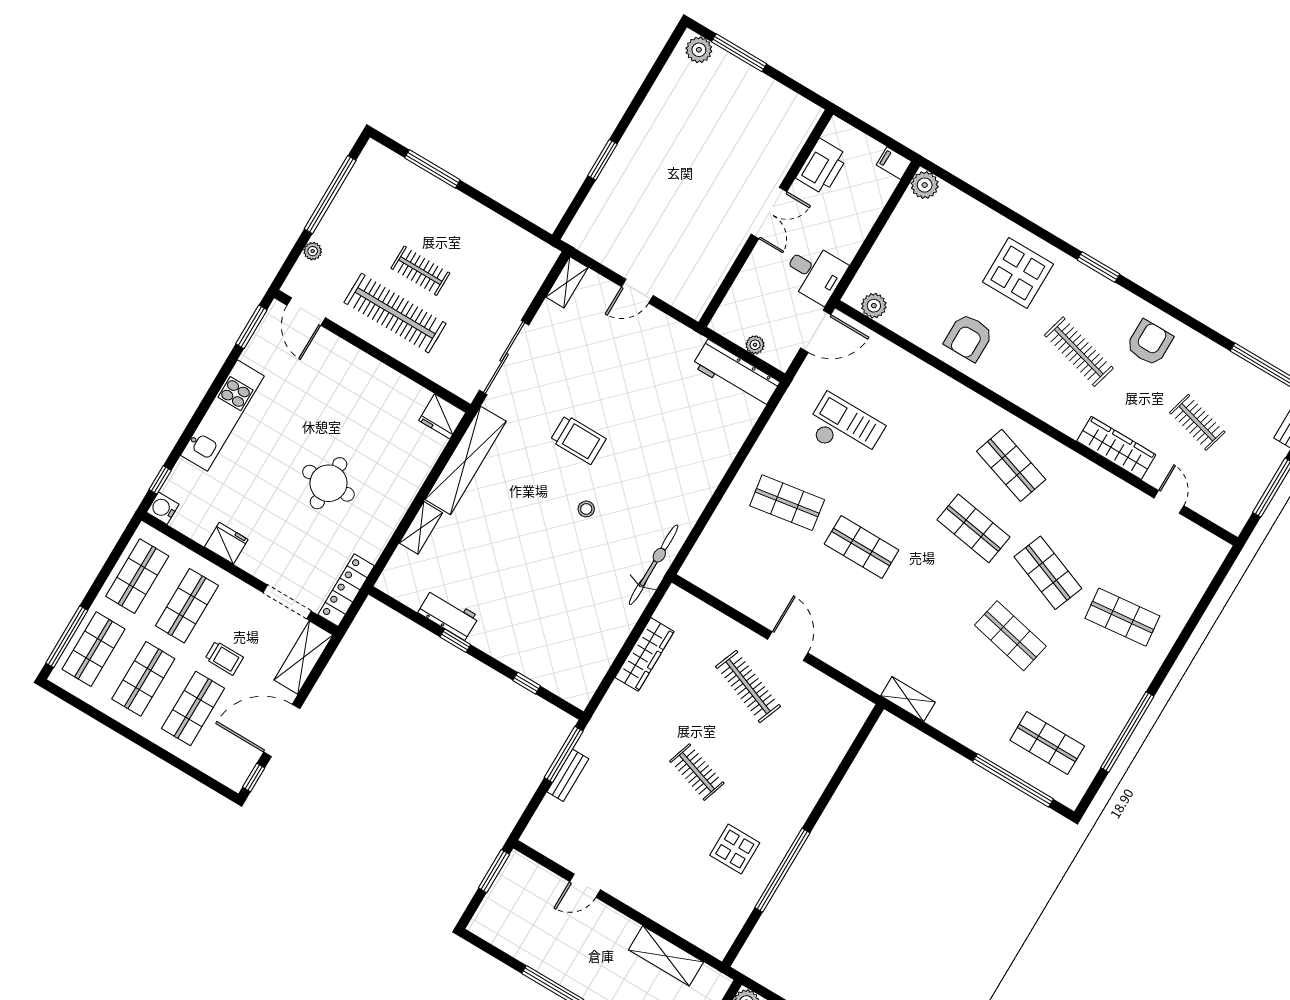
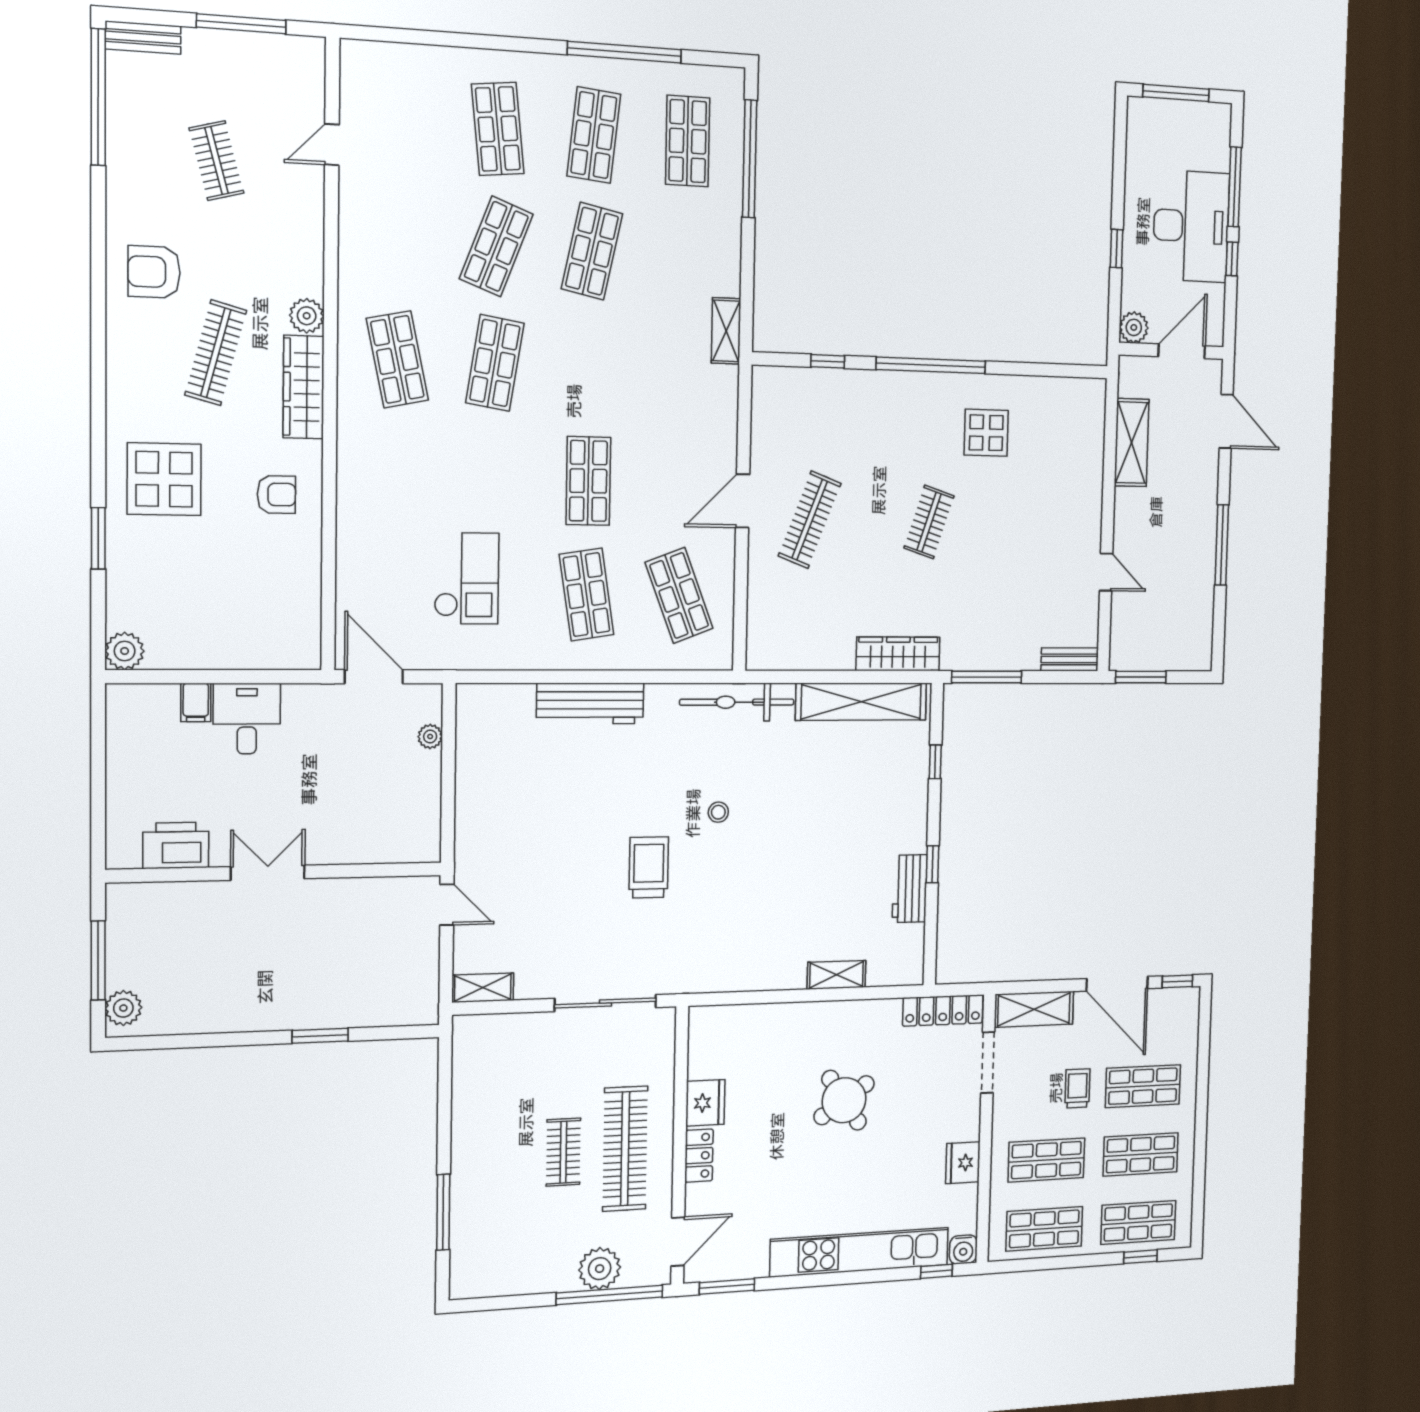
filing cabinet: (894, 163) -> (196, 702), moved
printer: (822, 167) -> (176, 845), moved
window: (330, 195) -> (610, 1295), moved
double door: (769, 213) -> (268, 873), moved
wall: (766, 218) -> (276, 872), moved
plant: (313, 251) -> (600, 1269), width x1.88, depth x1.88
window: (1098, 267) -> (98, 538), moved
desk: (815, 273) -> (247, 718), moved
plant: (874, 306) -> (307, 316), moved
armchair: (969, 337) -> (276, 494), width x0.72, depth x0.72
locker: (357, 360) -> (699, 1156), added
workbench: (736, 374) -> (590, 703), moved, turned 90
kitchen unit: (222, 416) -> (860, 1252), width x1.36
fridge: (442, 416) -> (705, 1103), moved
clothes rail: (1197, 422) -> (216, 161), turned -30
checkout: (844, 429) -> (467, 578), turned 180
wardrobe: (1116, 448) -> (304, 387), moved
shelving: (466, 460) -> (861, 702), moved
shop shelf: (1011, 465) -> (397, 359), turned -30
round table: (328, 483) -> (844, 1100), turned -34
shop shelf: (750, 566) -> (679, 595), added
window: (67, 637) -> (1140, 1257), width x0.46
wardrobe: (645, 654) -> (898, 654), moved
shop shelf: (1085, 680) -> (594, 135), added
window: (848, 760) -> (828, 361), added
bench: (568, 775) -> (1070, 659), moved
window: (782, 870) -> (931, 365), moved

